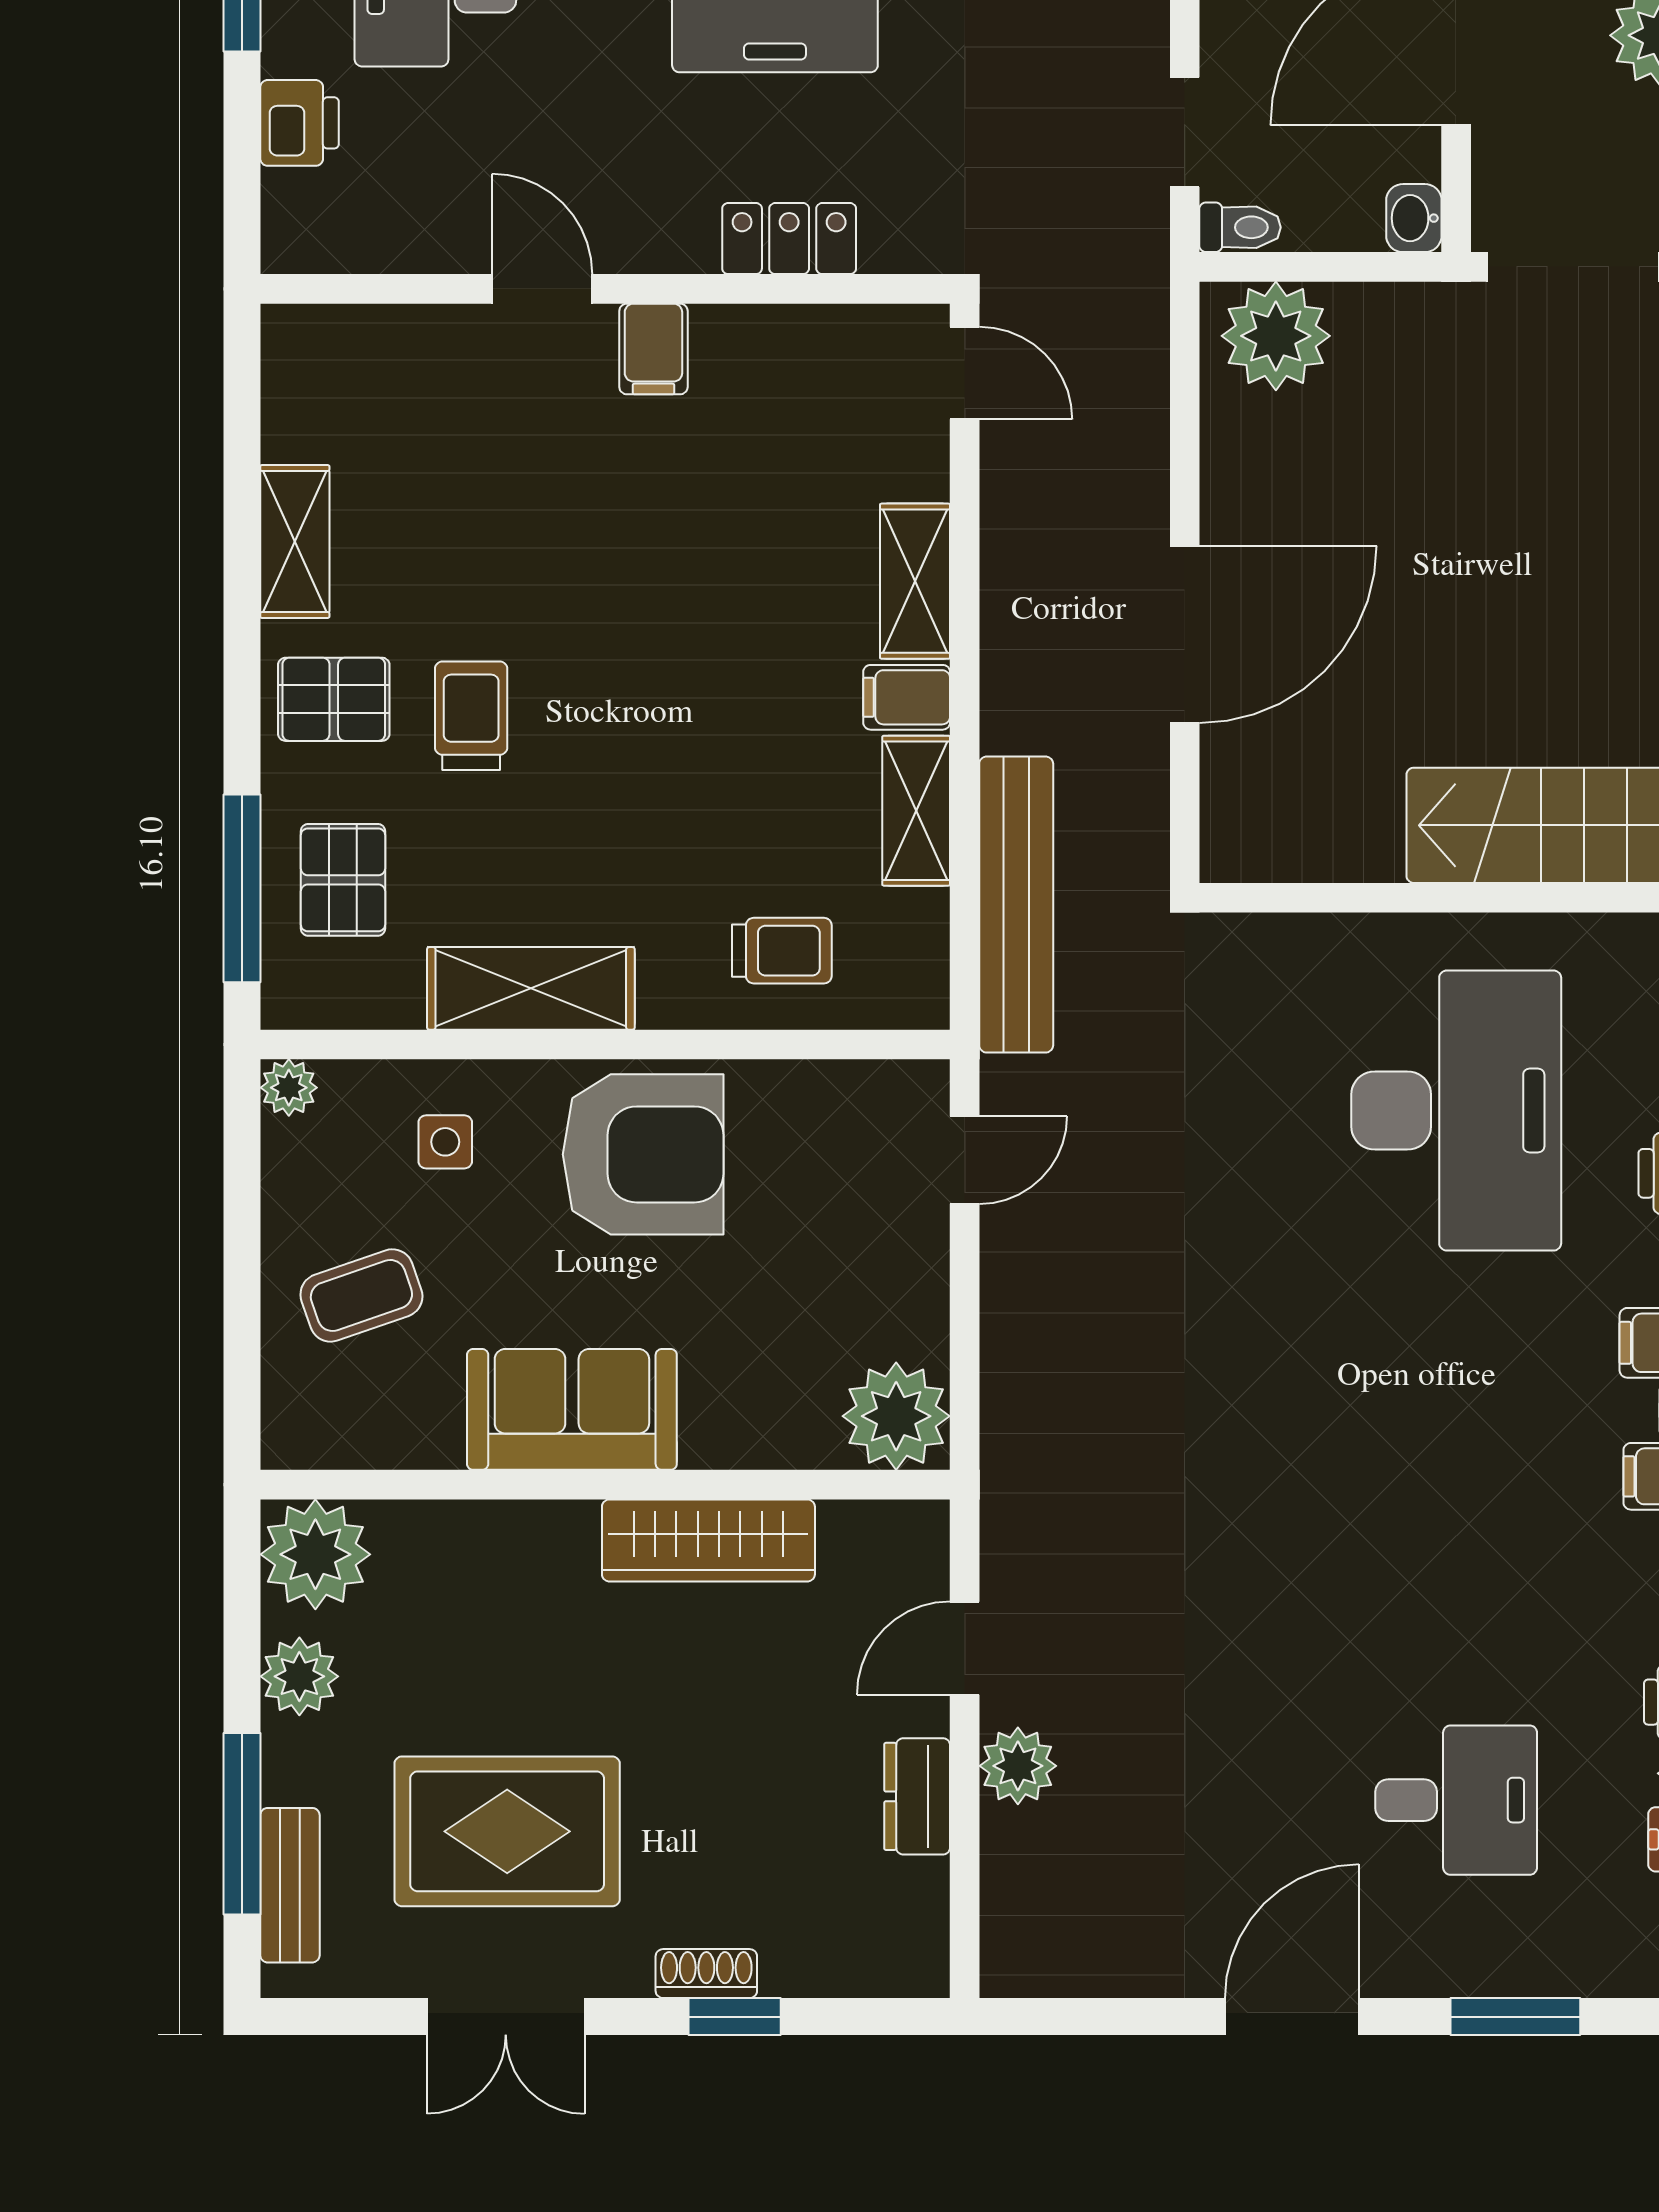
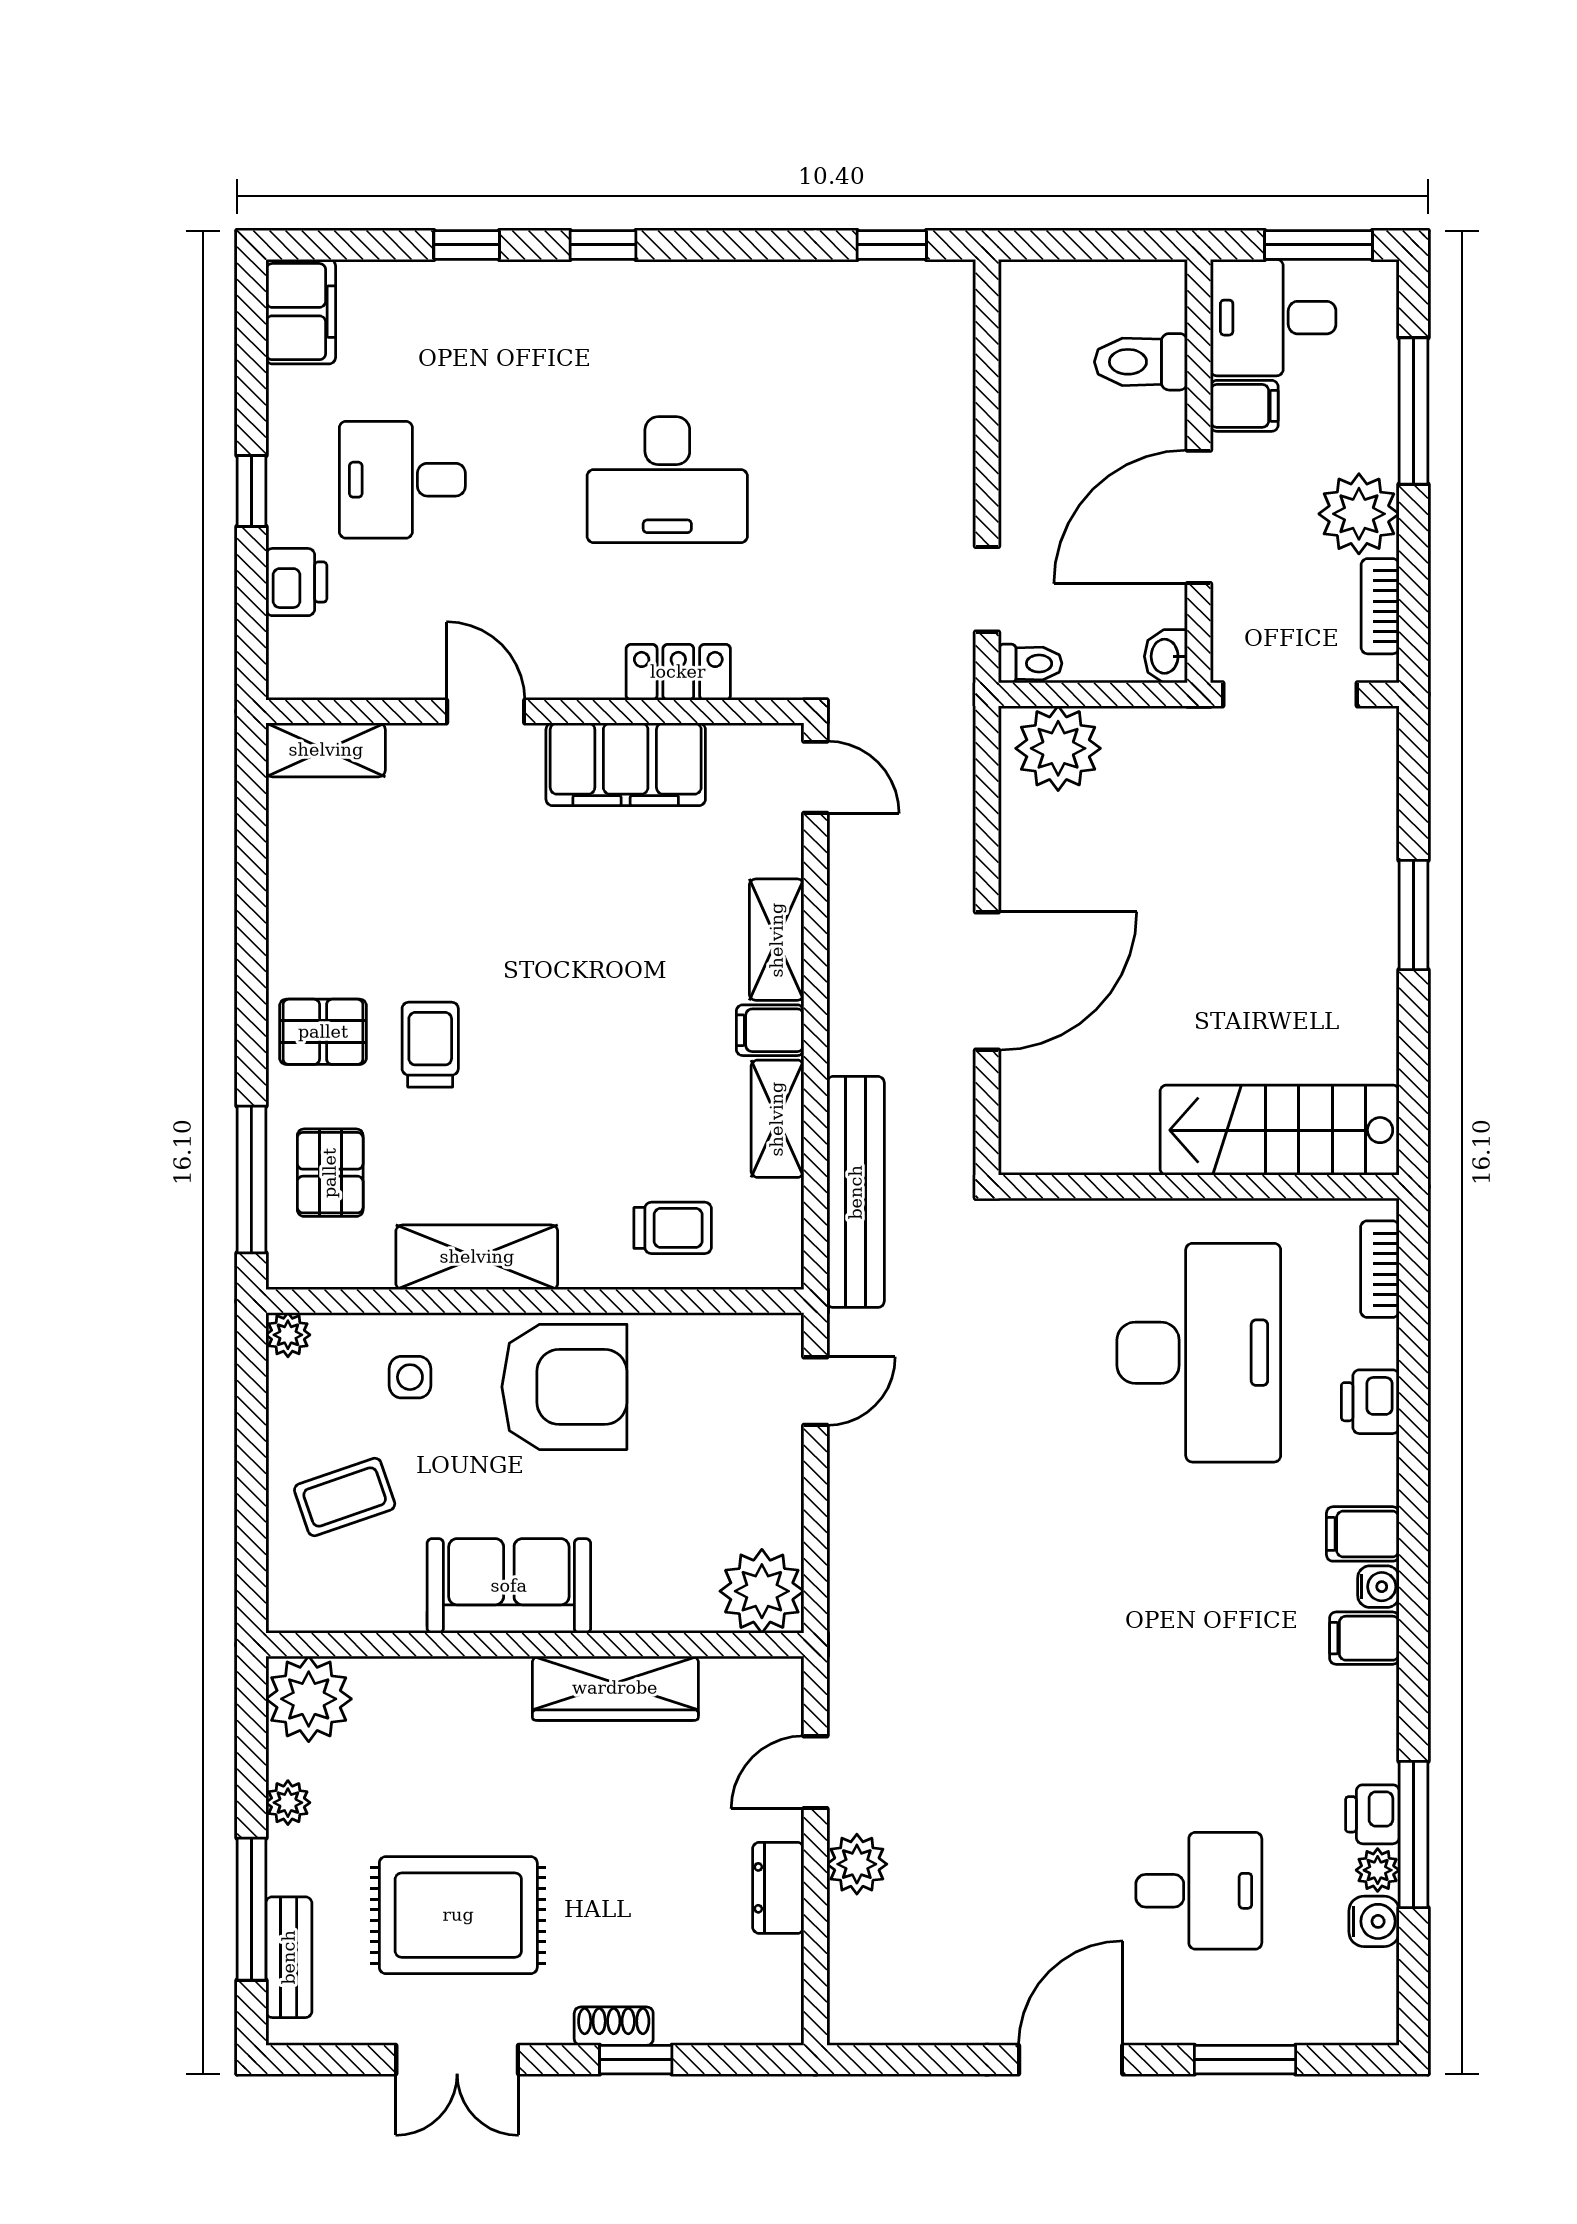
filing cabinet: (653, 349) -> (626, 764), width x3.00, depth x1.17
shelving: (295, 542) -> (326, 750), moved, turned 90
plant: (299, 1676) -> (288, 1803), width x0.73, depth x0.73

